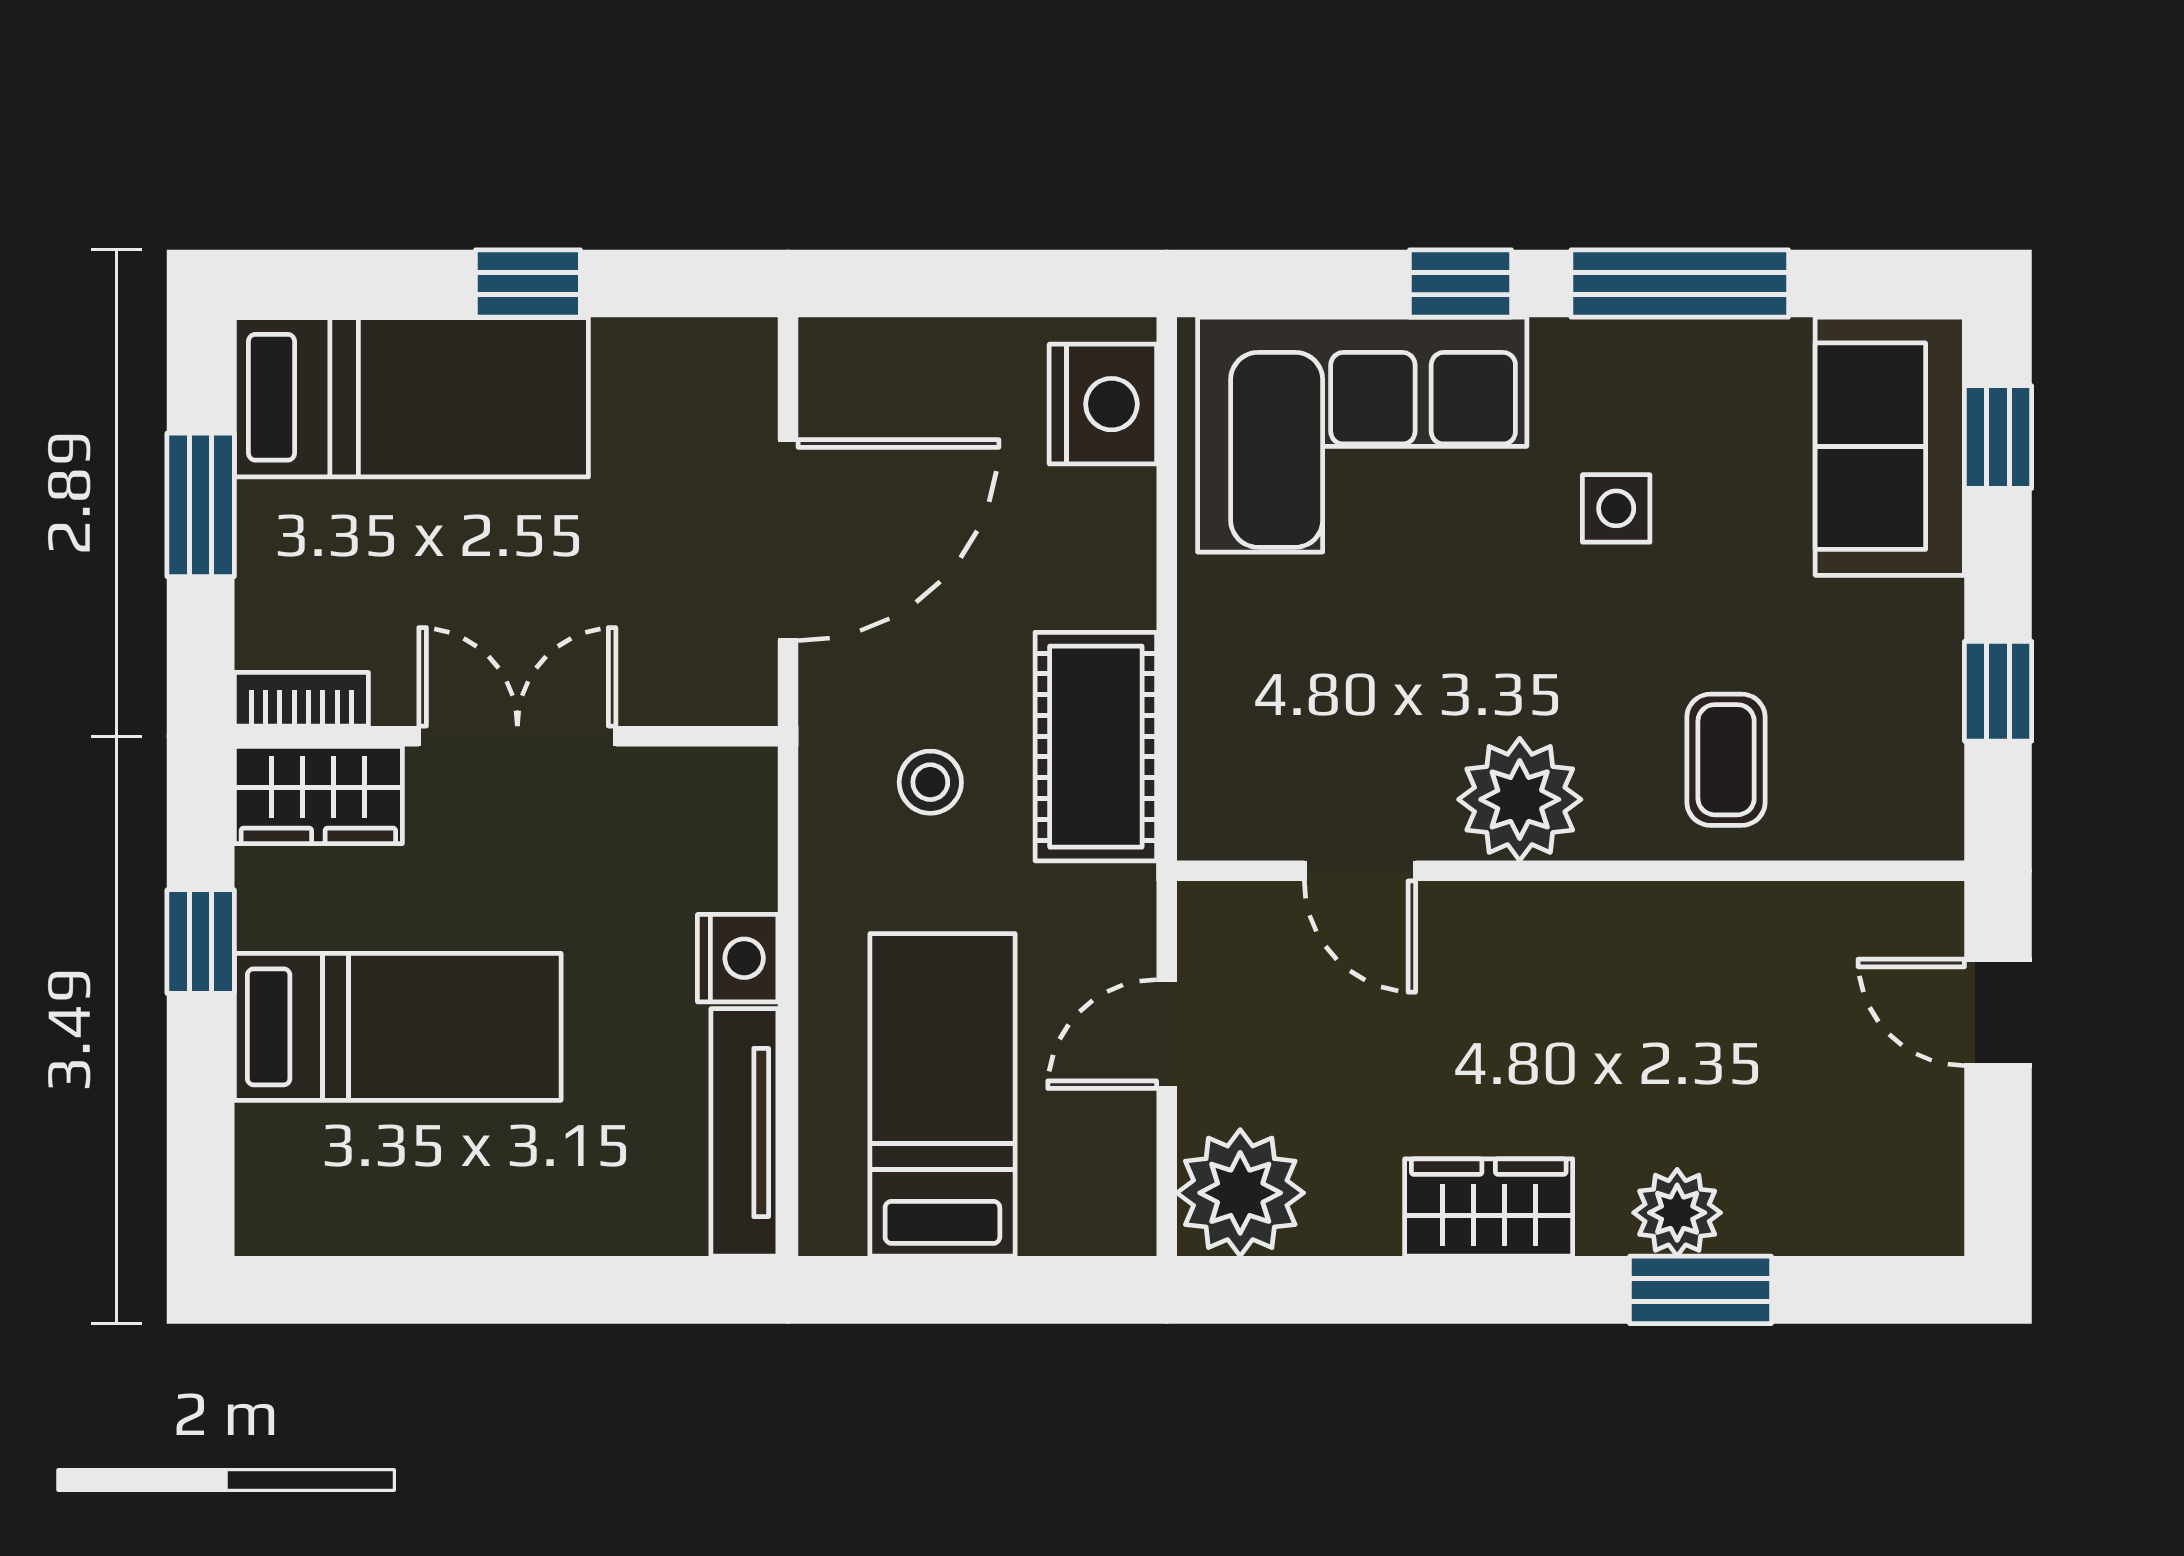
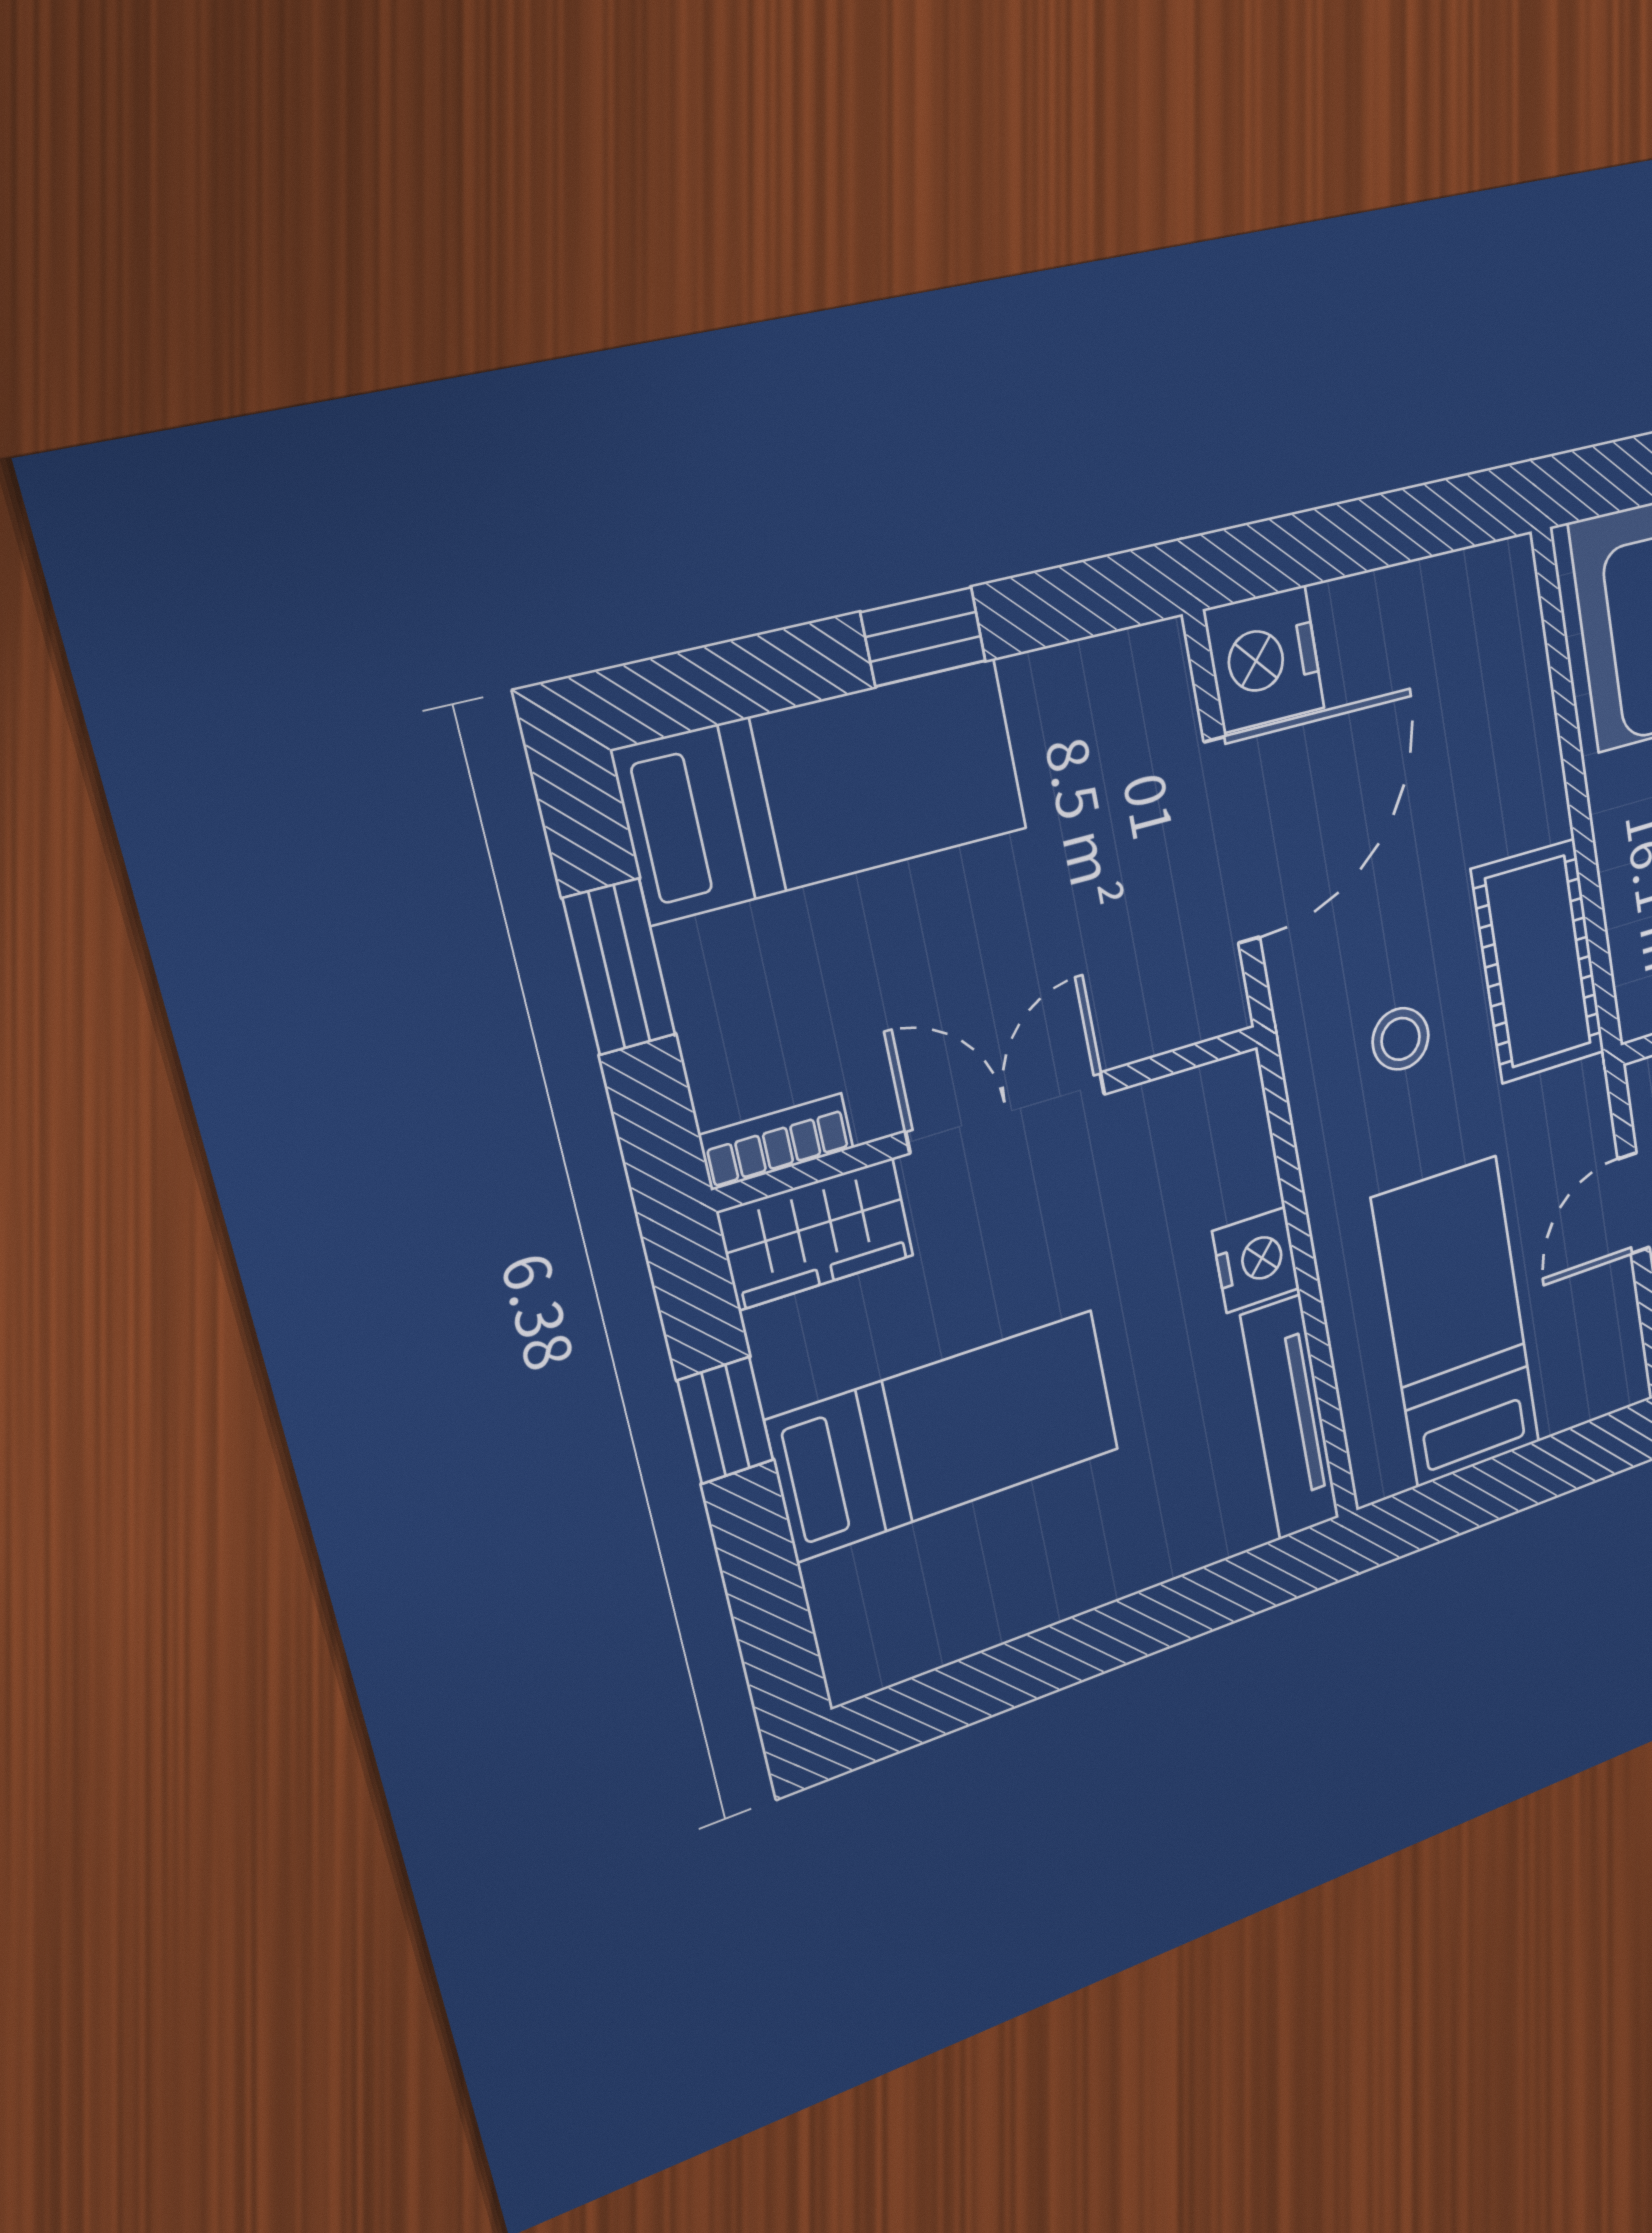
nightstand: (1103, 404) -> (1264, 659), moved, turned 180

